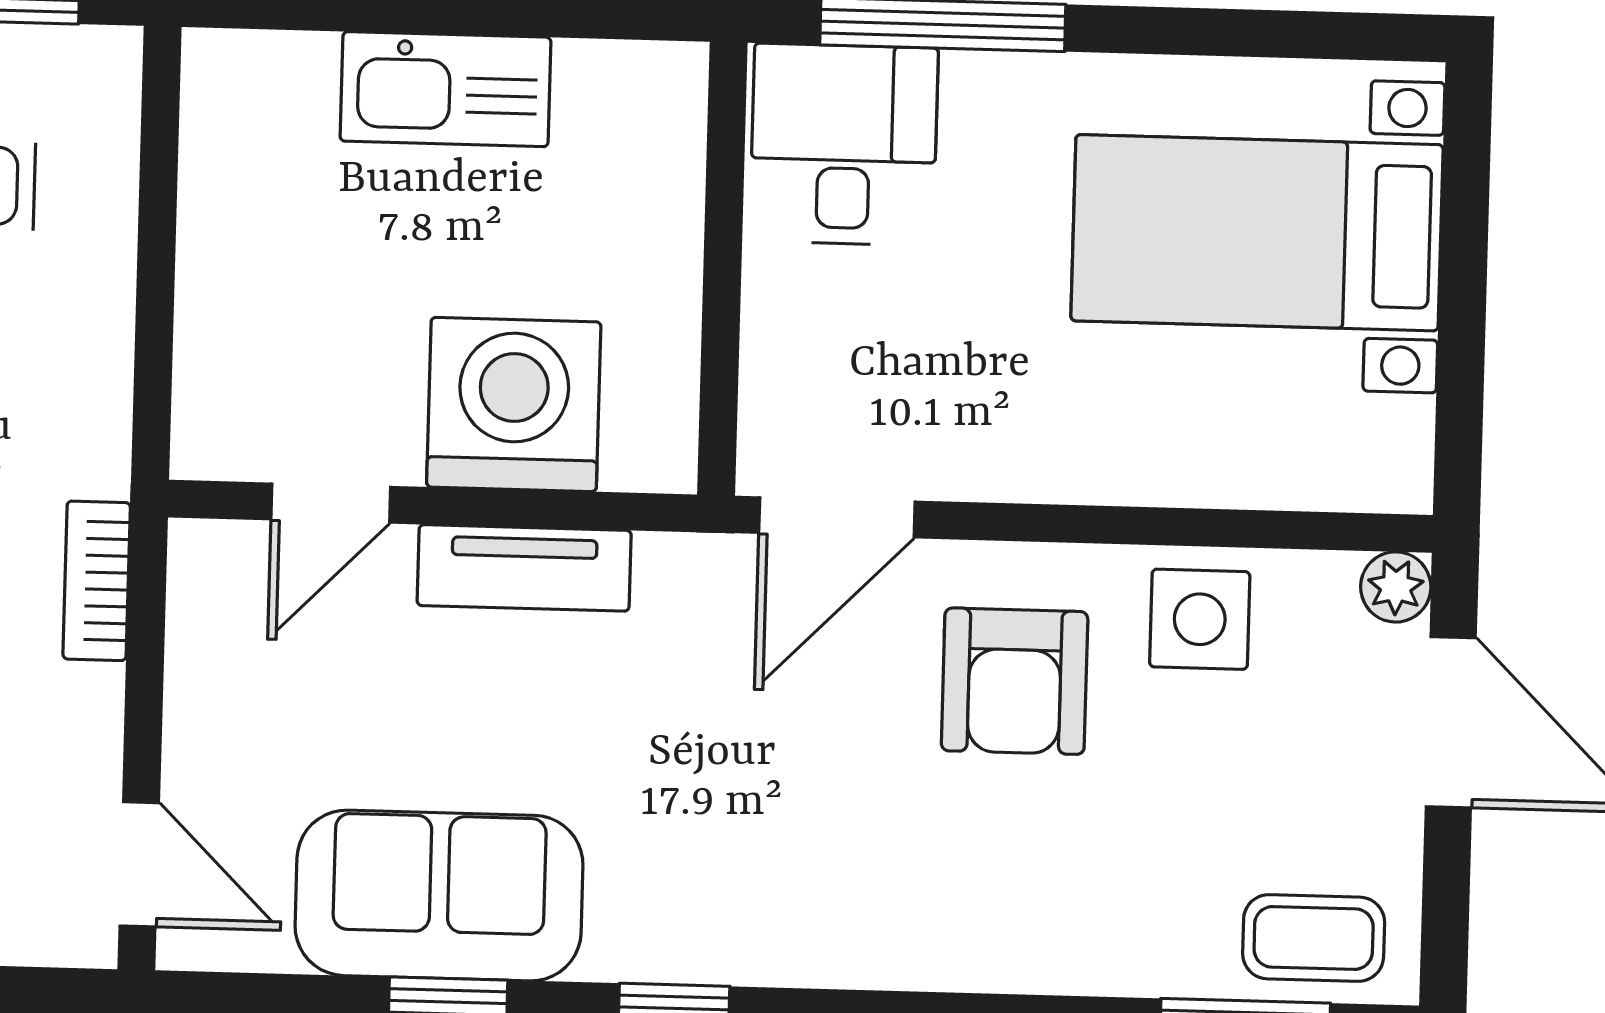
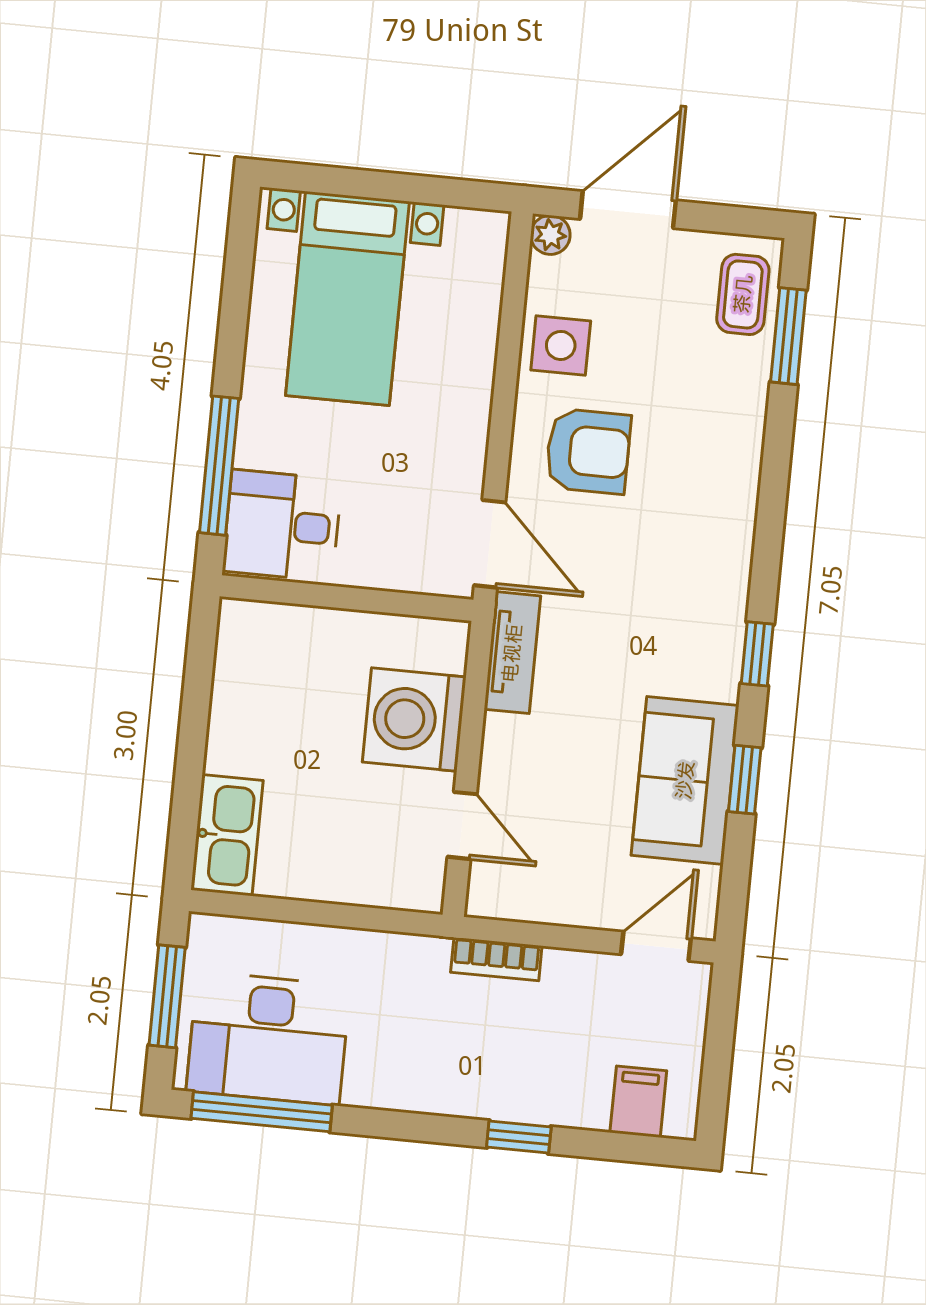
kitchen sink: (446, 89) -> (227, 835), moved
tv unit: (524, 568) -> (512, 653), moved

